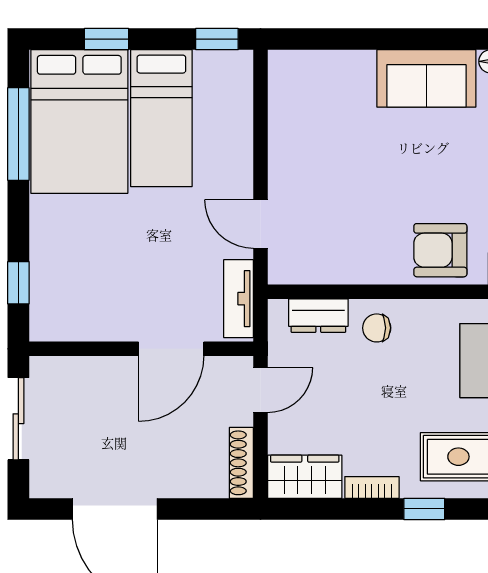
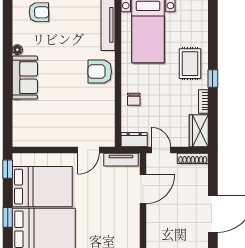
bed: (161, 118) -> (42, 187), width x1.50
armchair: (440, 250) -> (100, 72), turned 90
dresser: (318, 316) -> (134, 140), moved, turned -90
door: (171, 349) -> (143, 189), hinge flipped

